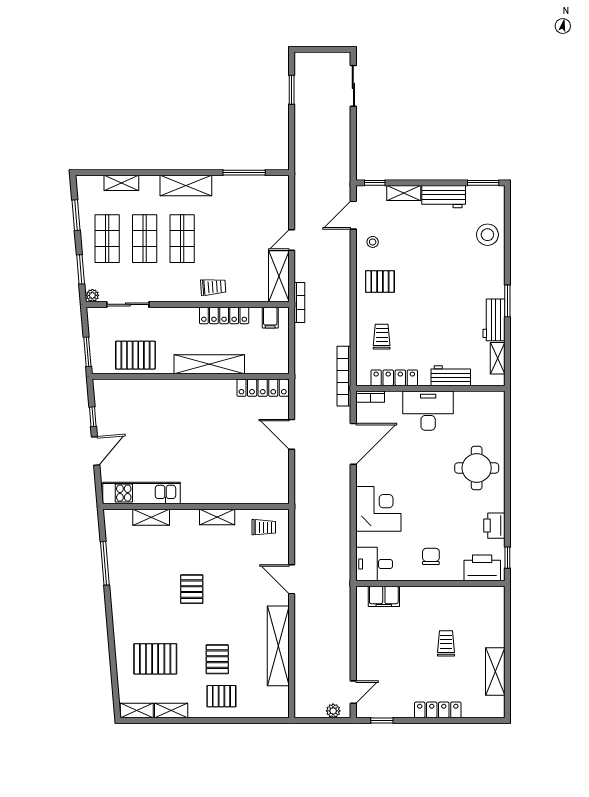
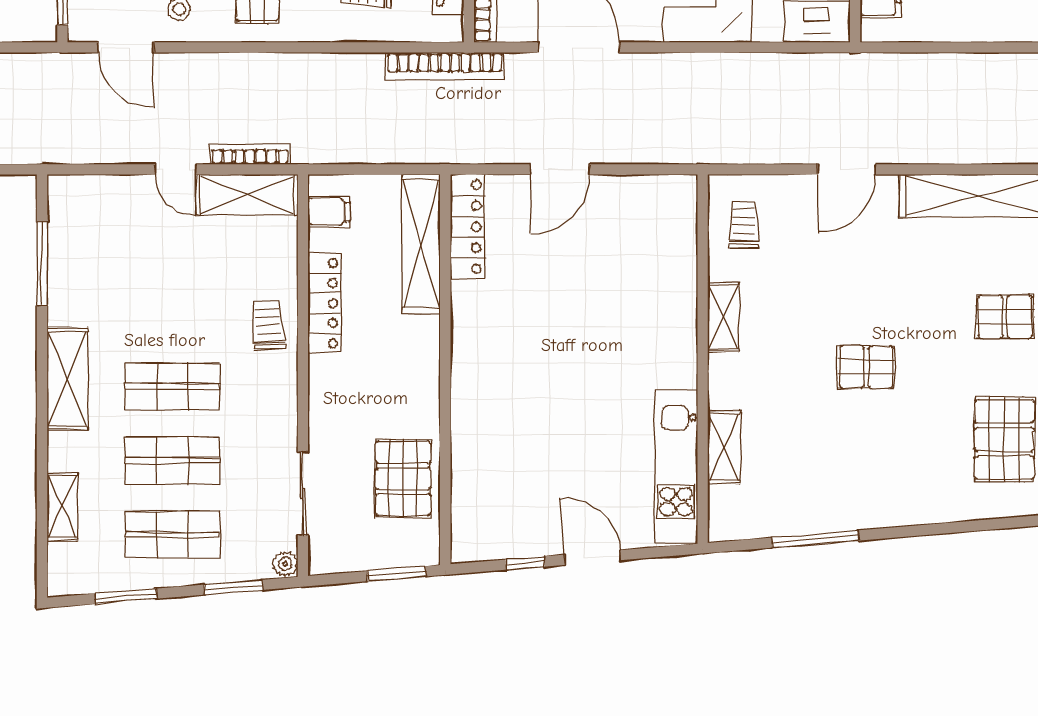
bookcase: (299, 302) -> (250, 154), moved
shelving: (209, 364) -> (421, 244), moved

